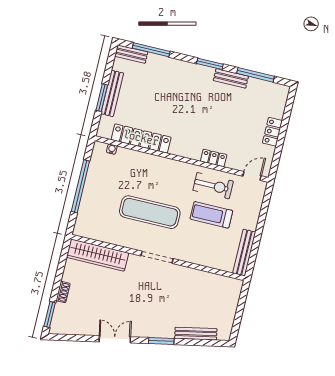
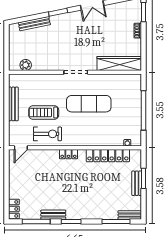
bench: (112, 93) -> (137, 183), width x0.73
locker: (272, 132) -> (14, 209), moved
locker: (214, 158) -> (68, 154), moved
exercise bike: (213, 186) -> (48, 134), turned 180
treadmill: (211, 215) -> (44, 112), turned 180
bench: (244, 253) -> (13, 104), moved
plant: (220, 282) -> (26, 65), added

